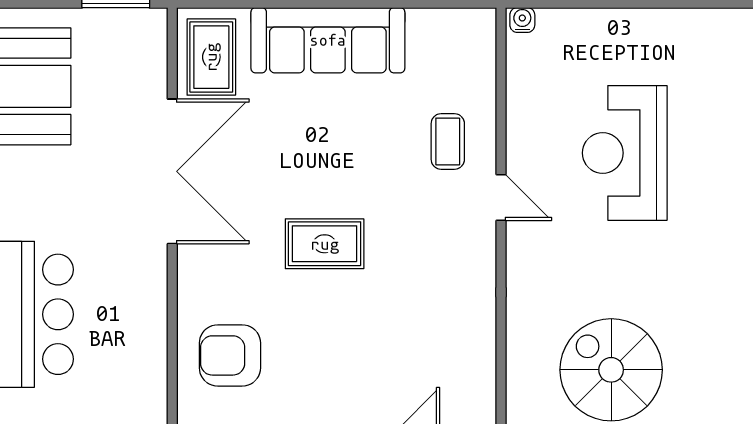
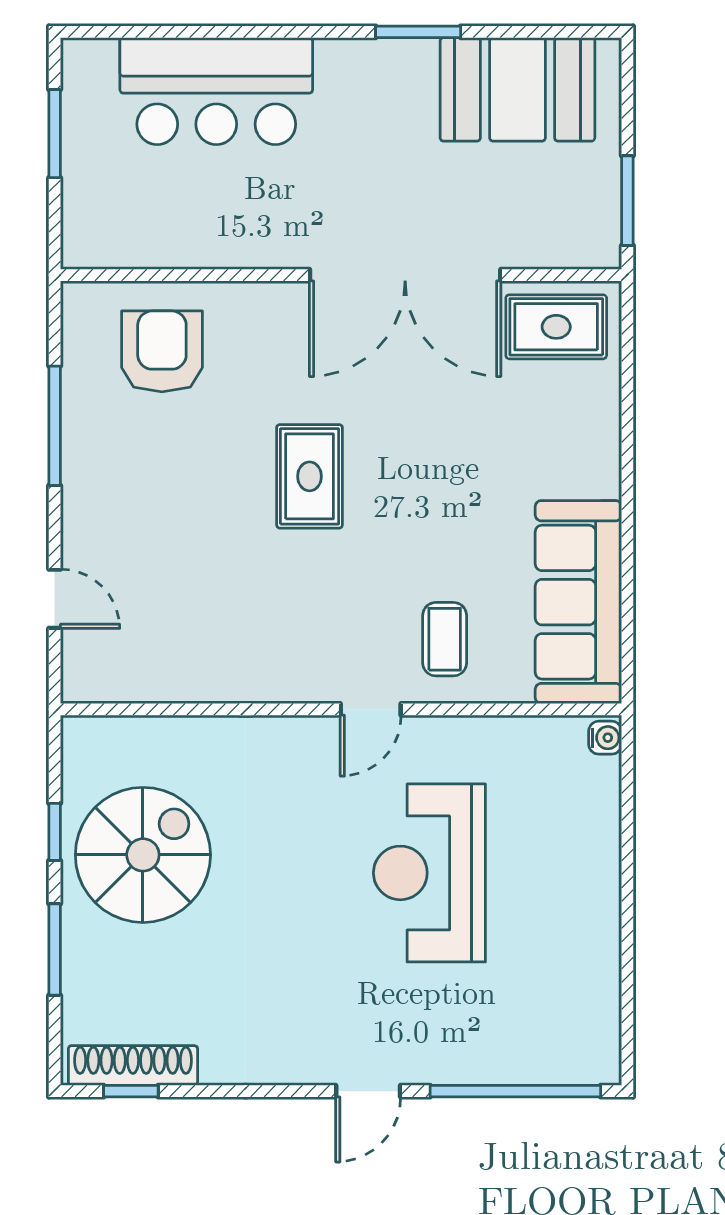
sofa: (328, 40) -> (578, 602), moved
coffee table: (448, 141) -> (445, 639), turned 90
reception desk: (625, 153) -> (429, 873), turned -90

